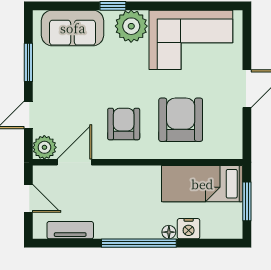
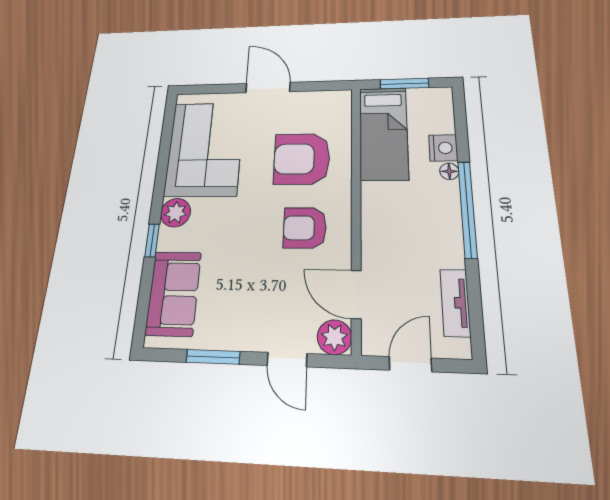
plant: (131, 26) -> (176, 213), width x0.73, depth x0.73

